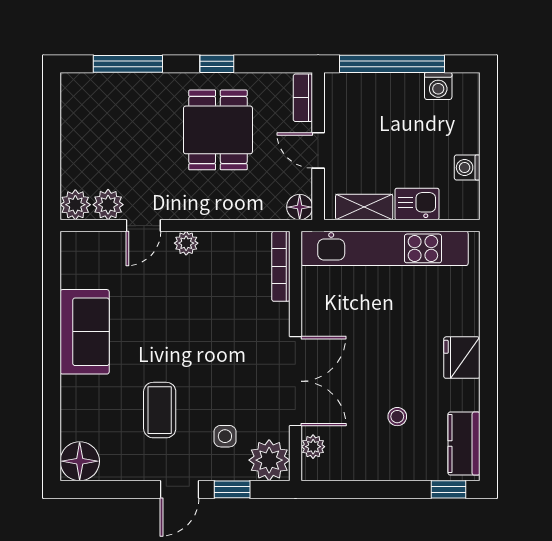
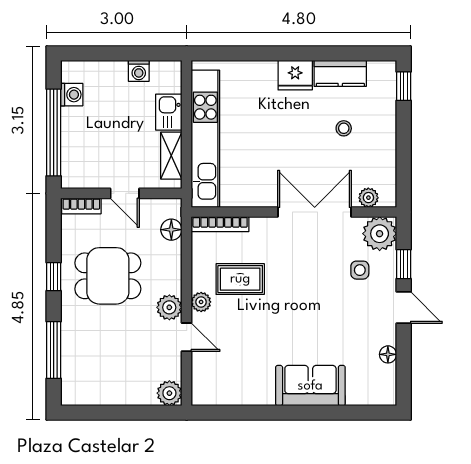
door: (318, 150) -> (125, 193), hinge flipped
plant: (108, 205) -> (169, 307), moved
floor lamp: (300, 207) -> (171, 230), moved
rug: (214, 291) -> (240, 279), added
sofa: (85, 332) -> (310, 386), moved
coffee table: (160, 410) -> (338, 324), removed
kitchen counter: (464, 444) -> (340, 73), moved
floor lamp: (80, 461) -> (388, 354), moved, width x0.53, depth x0.53

